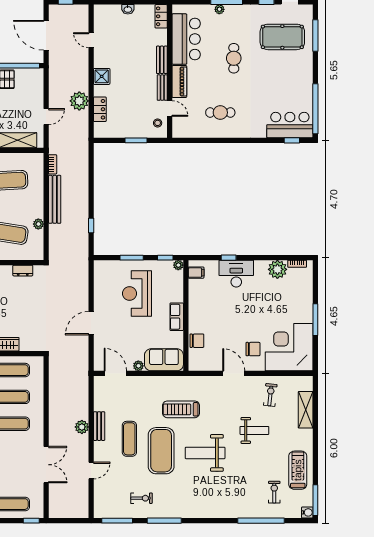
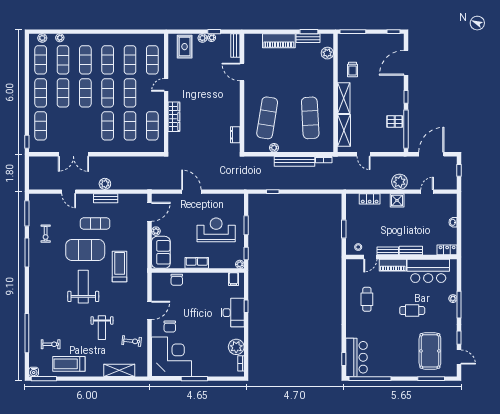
plant: (79, 101) -> (399, 182), moved
treadmill: (298, 470) -> (69, 364), turned 180

